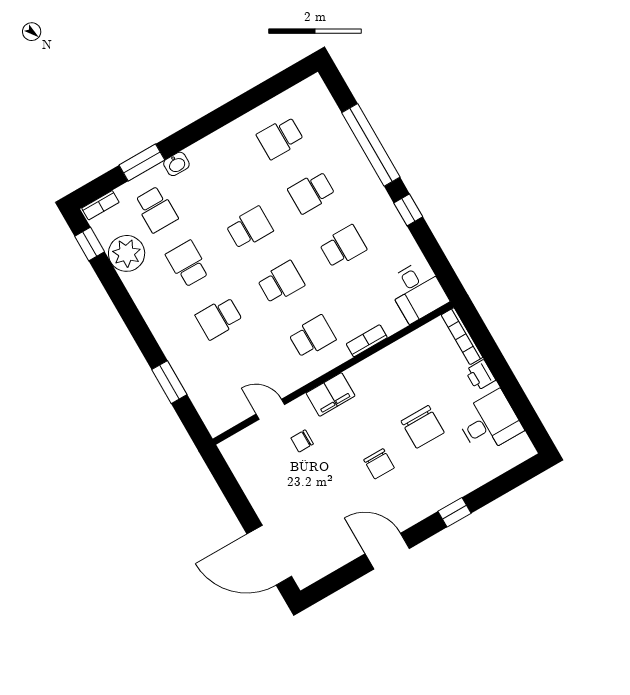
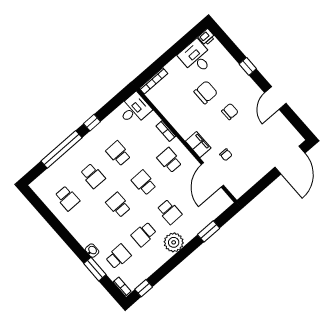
plant: (127, 253) -> (174, 242), moved
printer: (480, 375) -> (207, 37), moved
door: (270, 409) -> (212, 175), width x1.88

